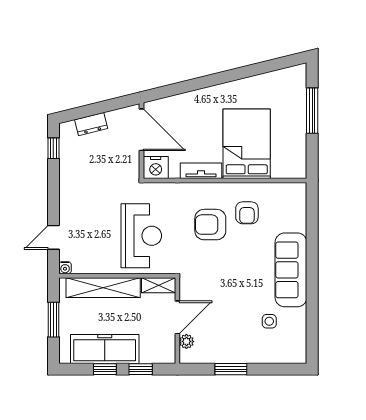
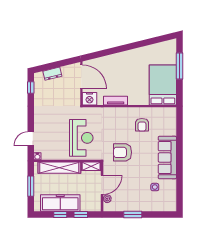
bed: (247, 144) -> (163, 85), moved
armchair: (210, 225) -> (122, 152), moved

